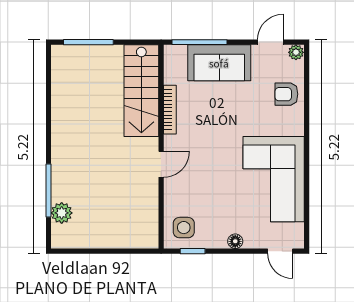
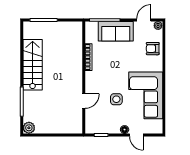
stairs: (141, 91) -> (33, 65), moved, turned 180
door: (161, 164) -> (84, 101), moved
plant: (62, 213) -> (29, 128), moved
side table: (184, 228) -> (116, 99), moved
door: (280, 251) -> (136, 135), moved

